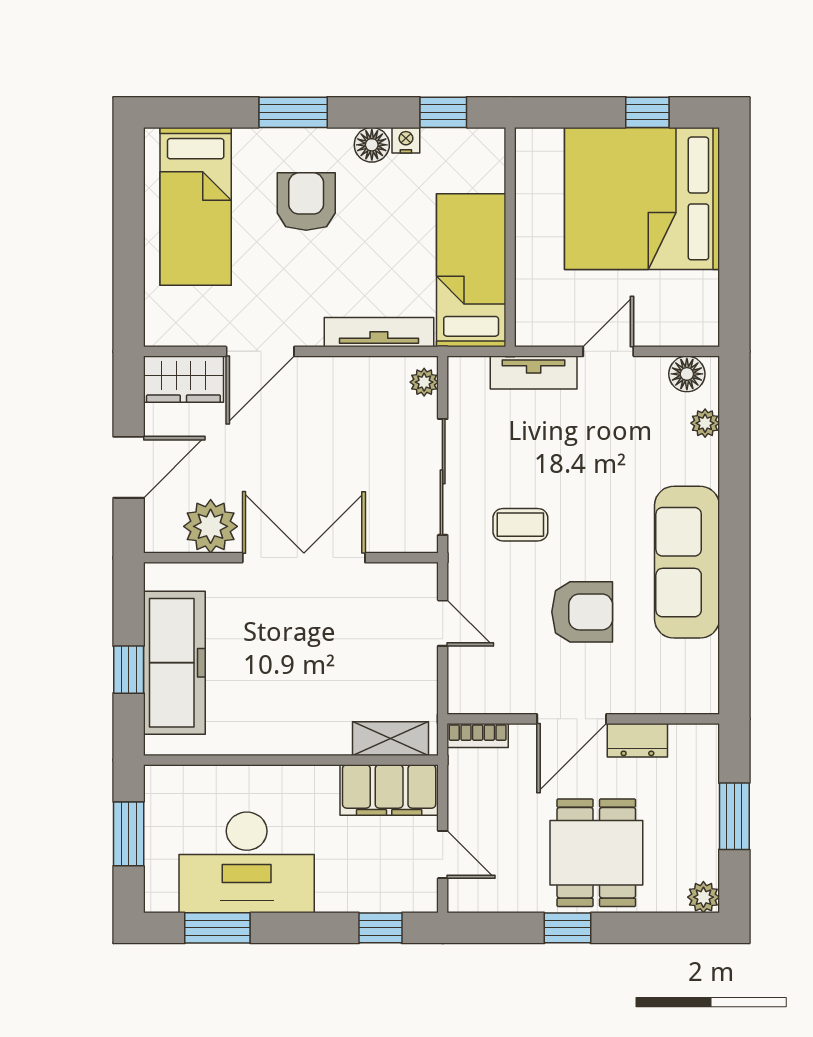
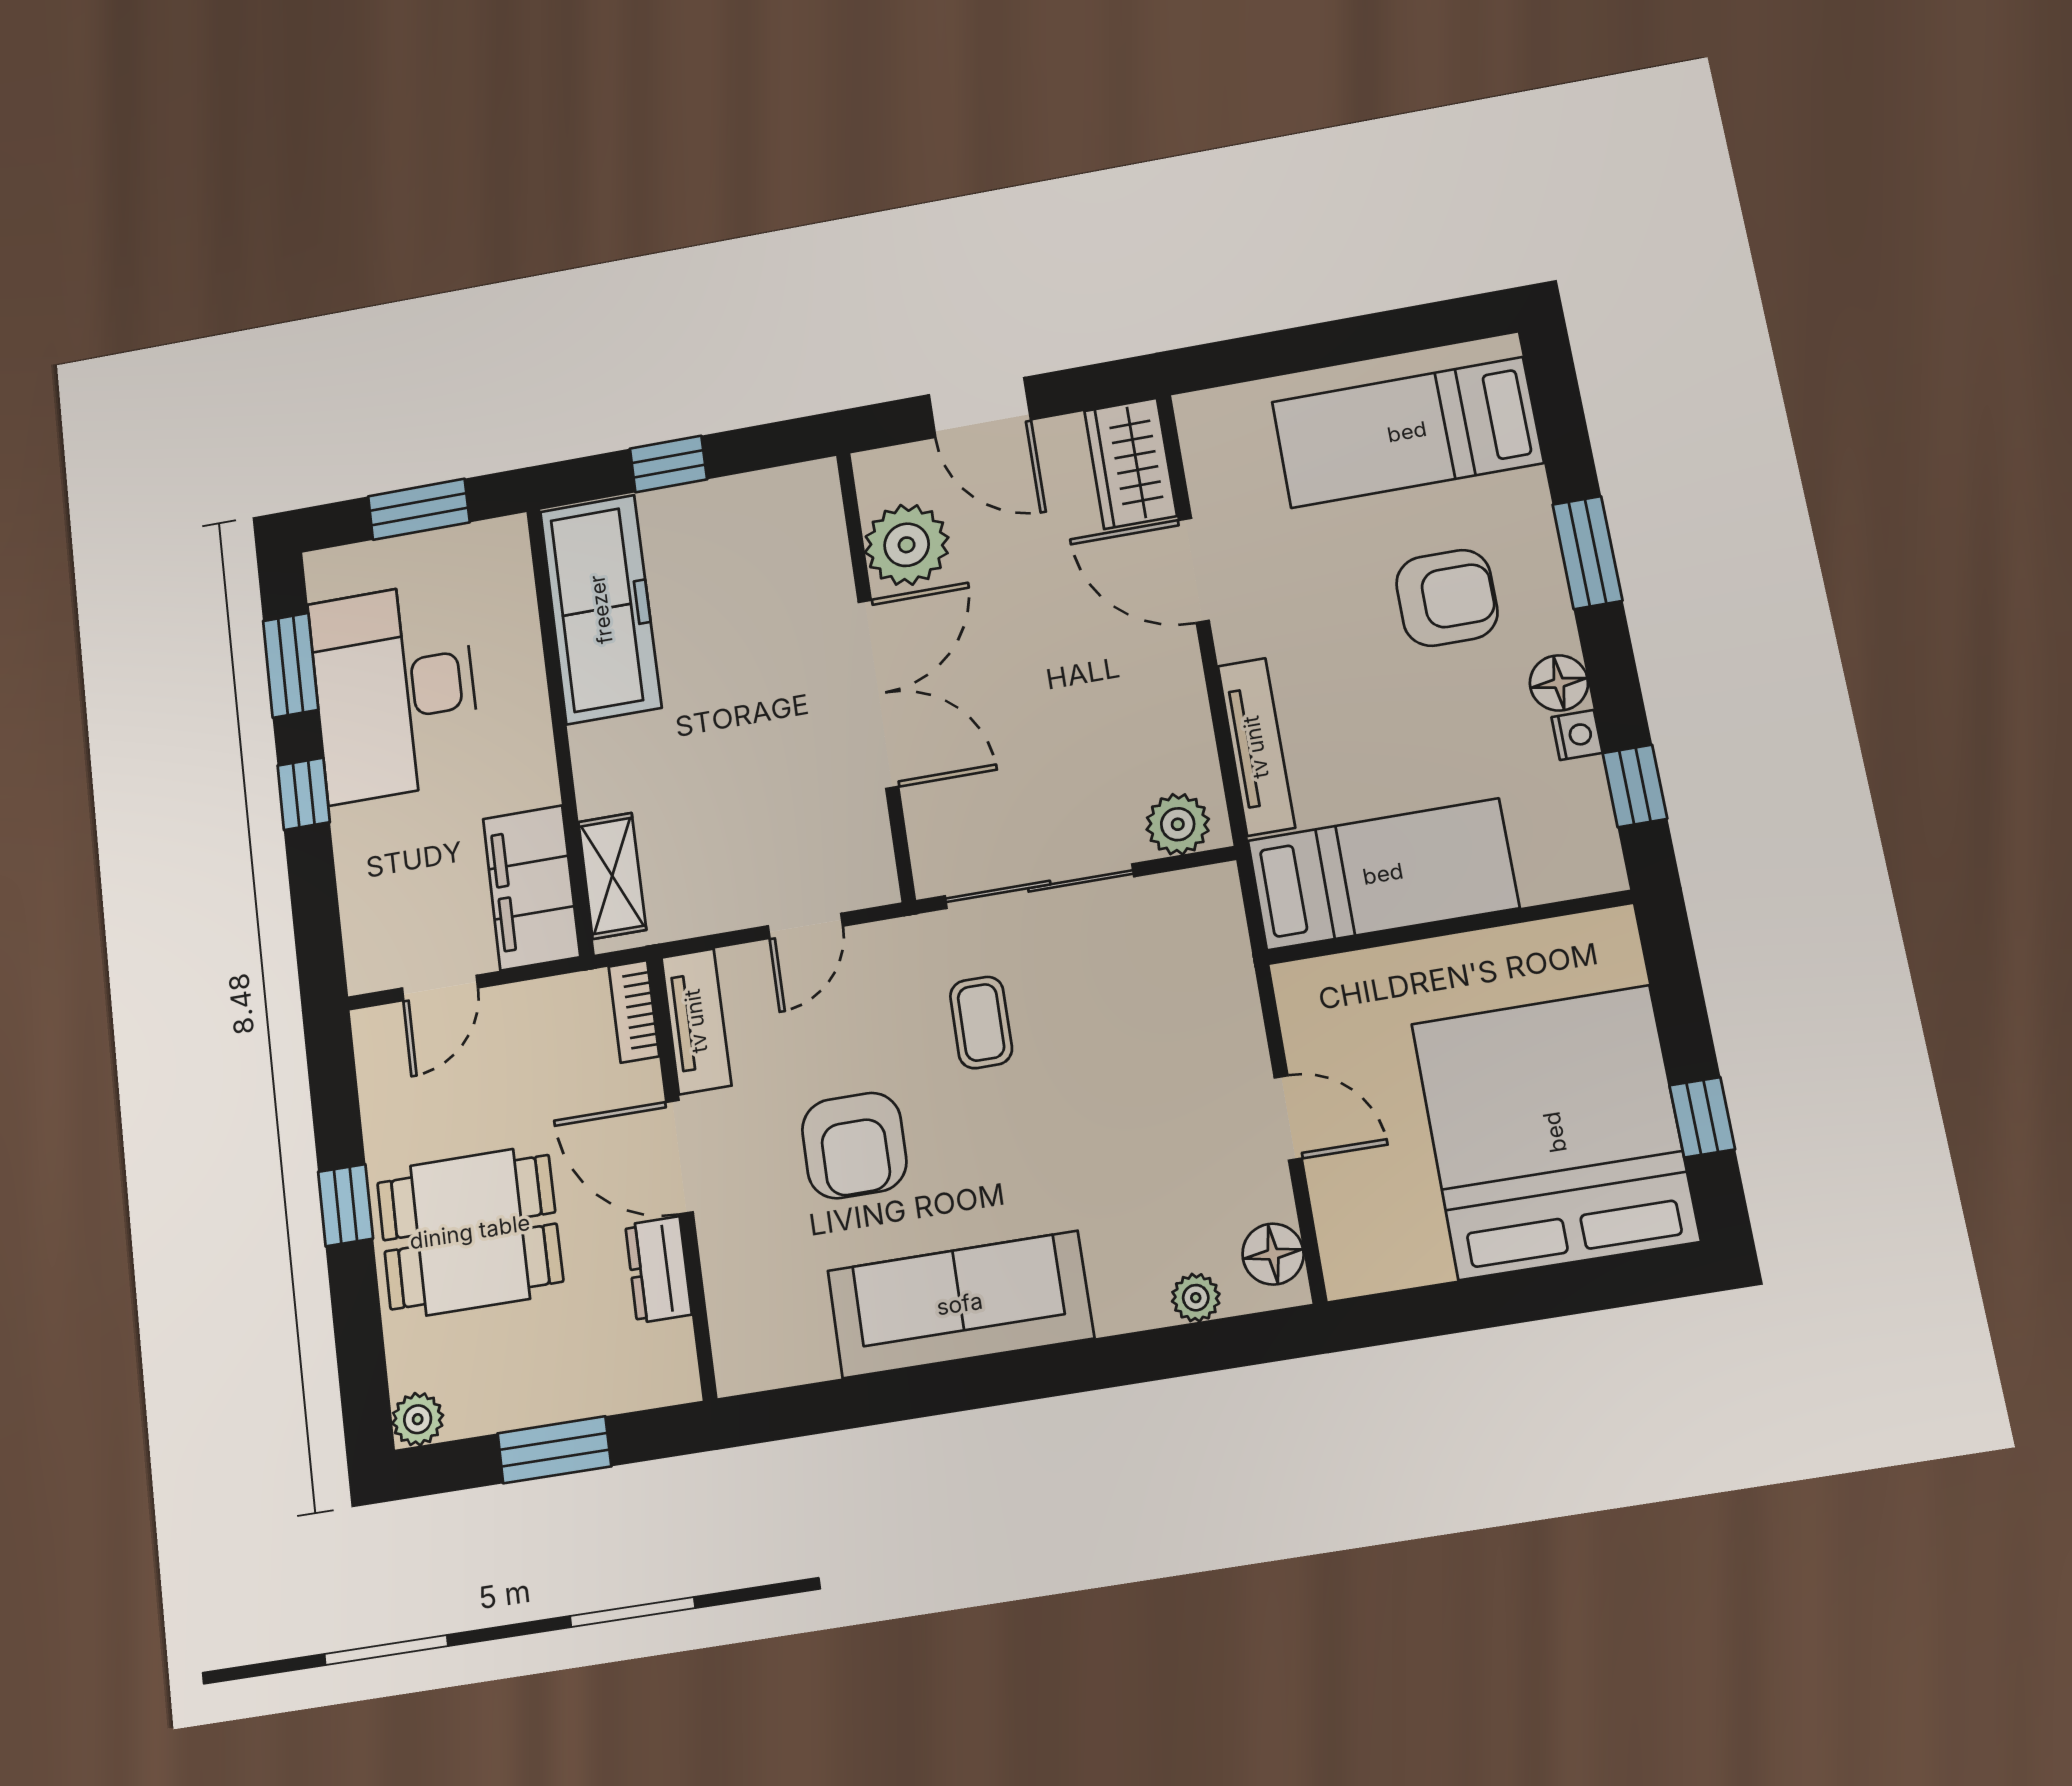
tv unit: (534, 372) -> (696, 1021), moved, turned 180
plant: (424, 382) -> (1178, 824), width x1.38, depth x1.38
freezer: (174, 663) -> (601, 609), moved, turned -90
window: (380, 928) -> (304, 794), moved

